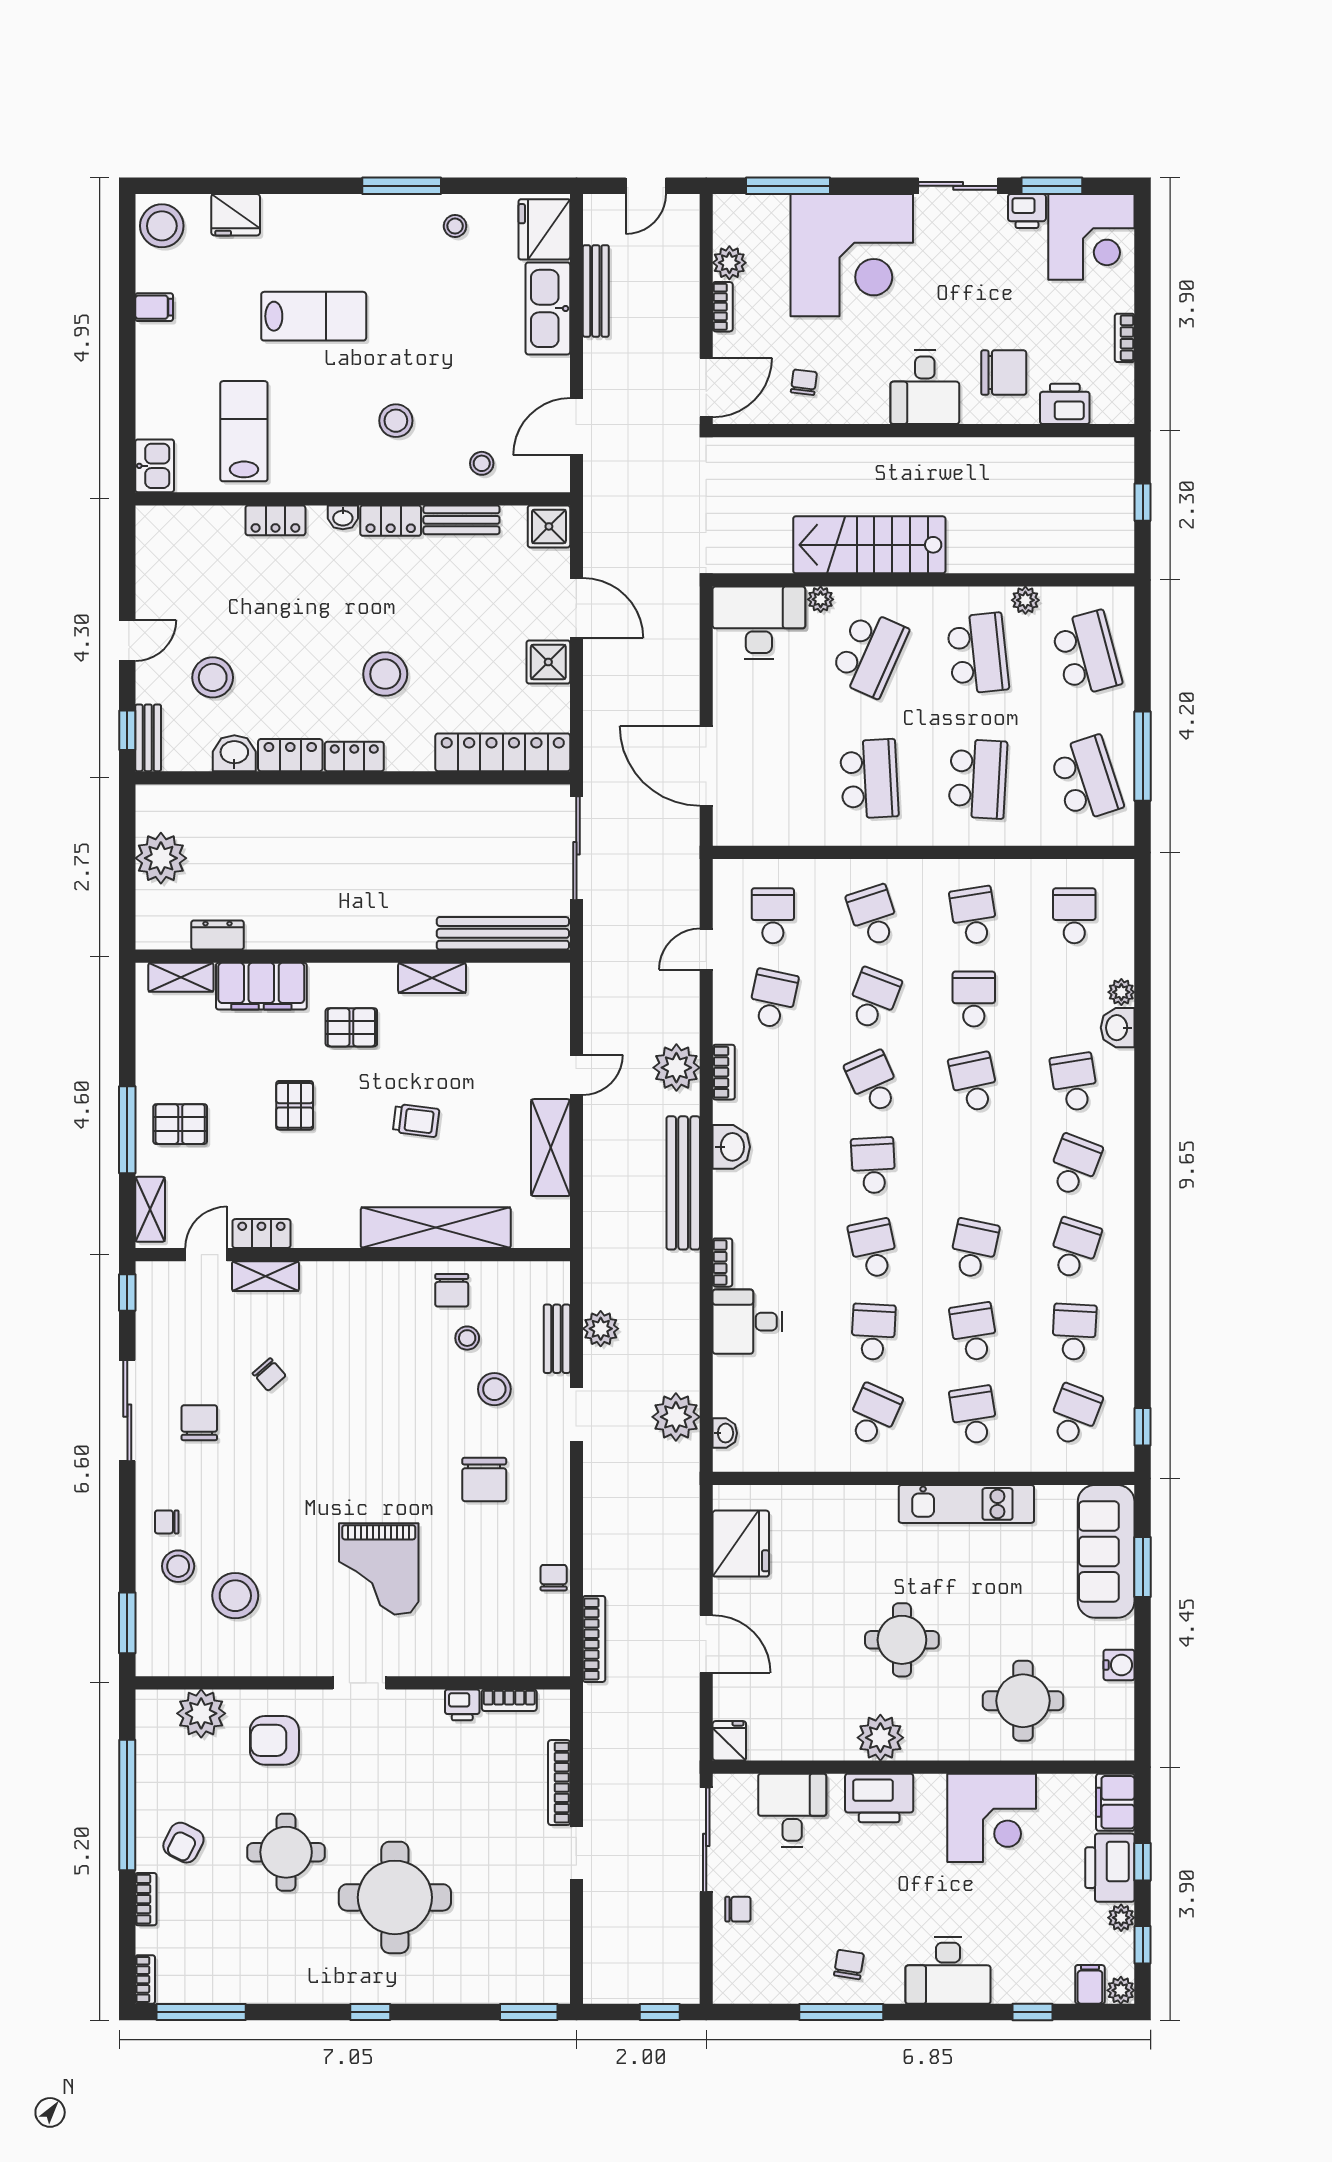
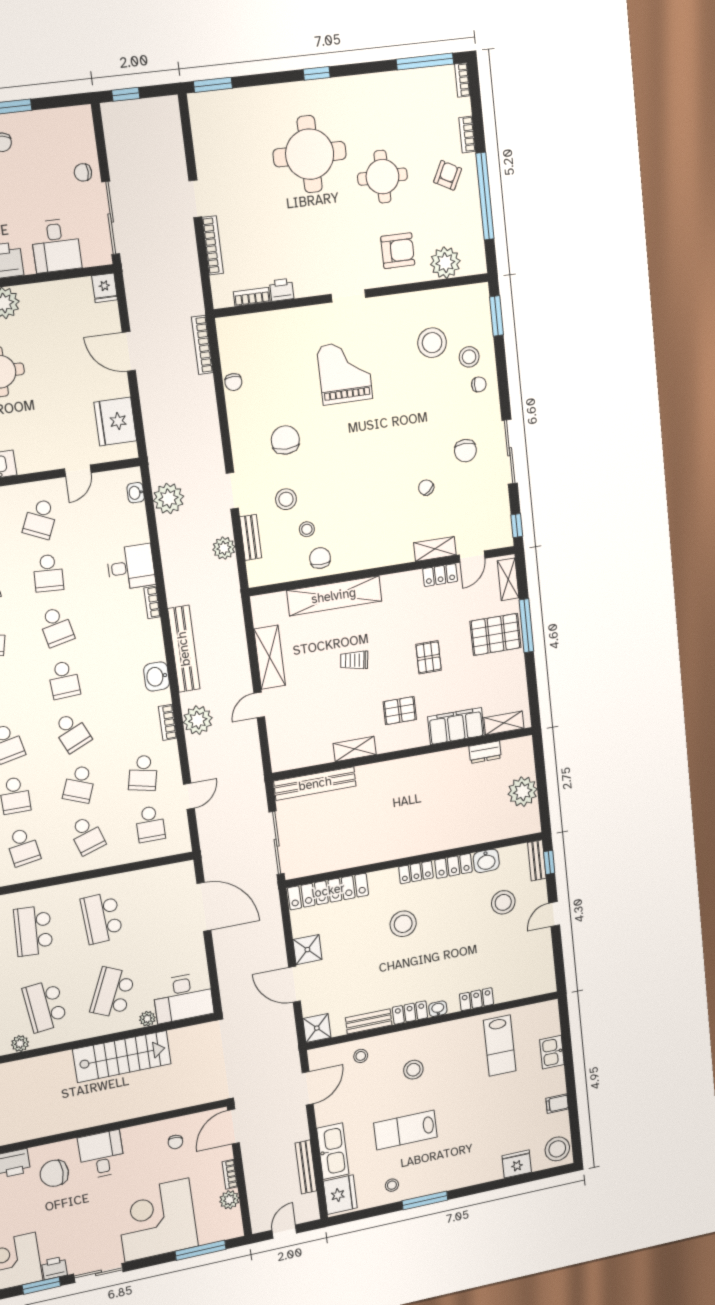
lab bench: (314, 316) -> (405, 1130), moved
kitchen sink: (155, 466) -> (552, 1052), moved
pallet: (180, 1124) -> (496, 634), width x1.50, depth x1.42
door: (807, 1478) -> (78, 471), added

